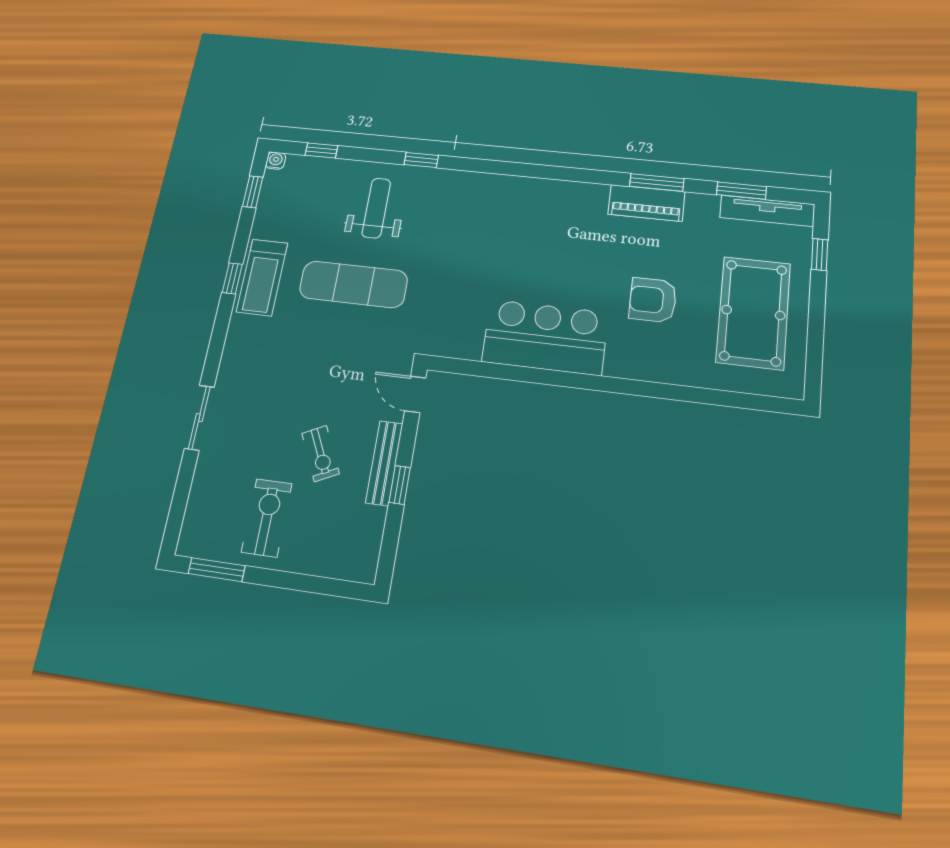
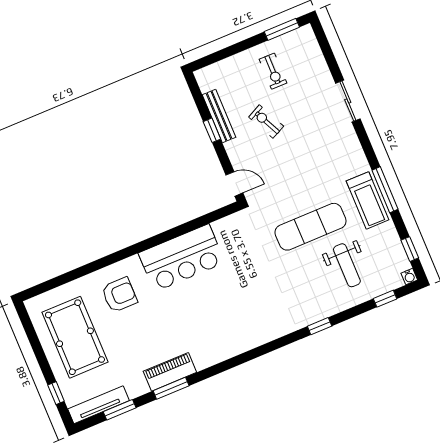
weight bench: (376, 208) -> (347, 265), moved
treadmill: (262, 277) -> (368, 200), turned 180
window: (232, 278) -> (385, 190), width x2.17
armchair: (653, 300) -> (119, 295), moved
bench: (384, 463) -> (219, 116), moved
exercise bike: (267, 518) -> (273, 71), width x0.73, depth x0.72

